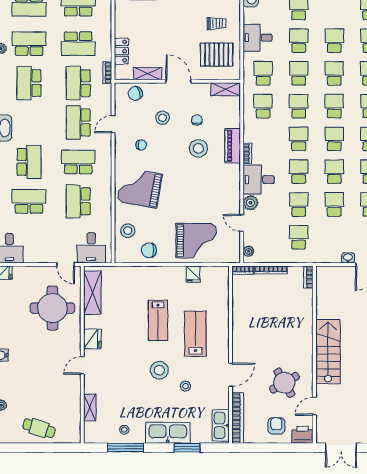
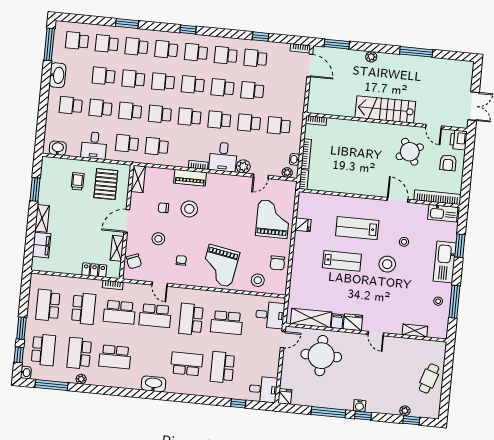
washbasin: (348, 258) -> (295, 159), moved
filing cabinet: (92, 322) -> (337, 321), added
armchair: (276, 426) -> (448, 163), turned -90

